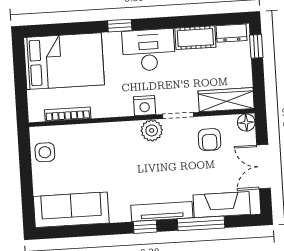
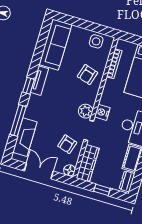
window: (256, 46) -> (102, 190), moved
armchair: (209, 140) -> (67, 144), turned -73
armchair: (98, 147) -> (87, 75), added
tv unit: (162, 212) -> (40, 81), moved, width x0.71

